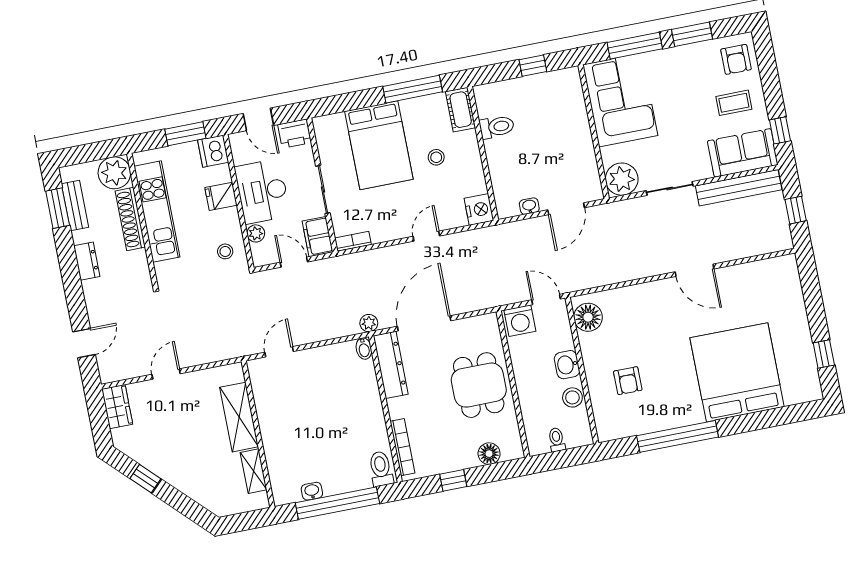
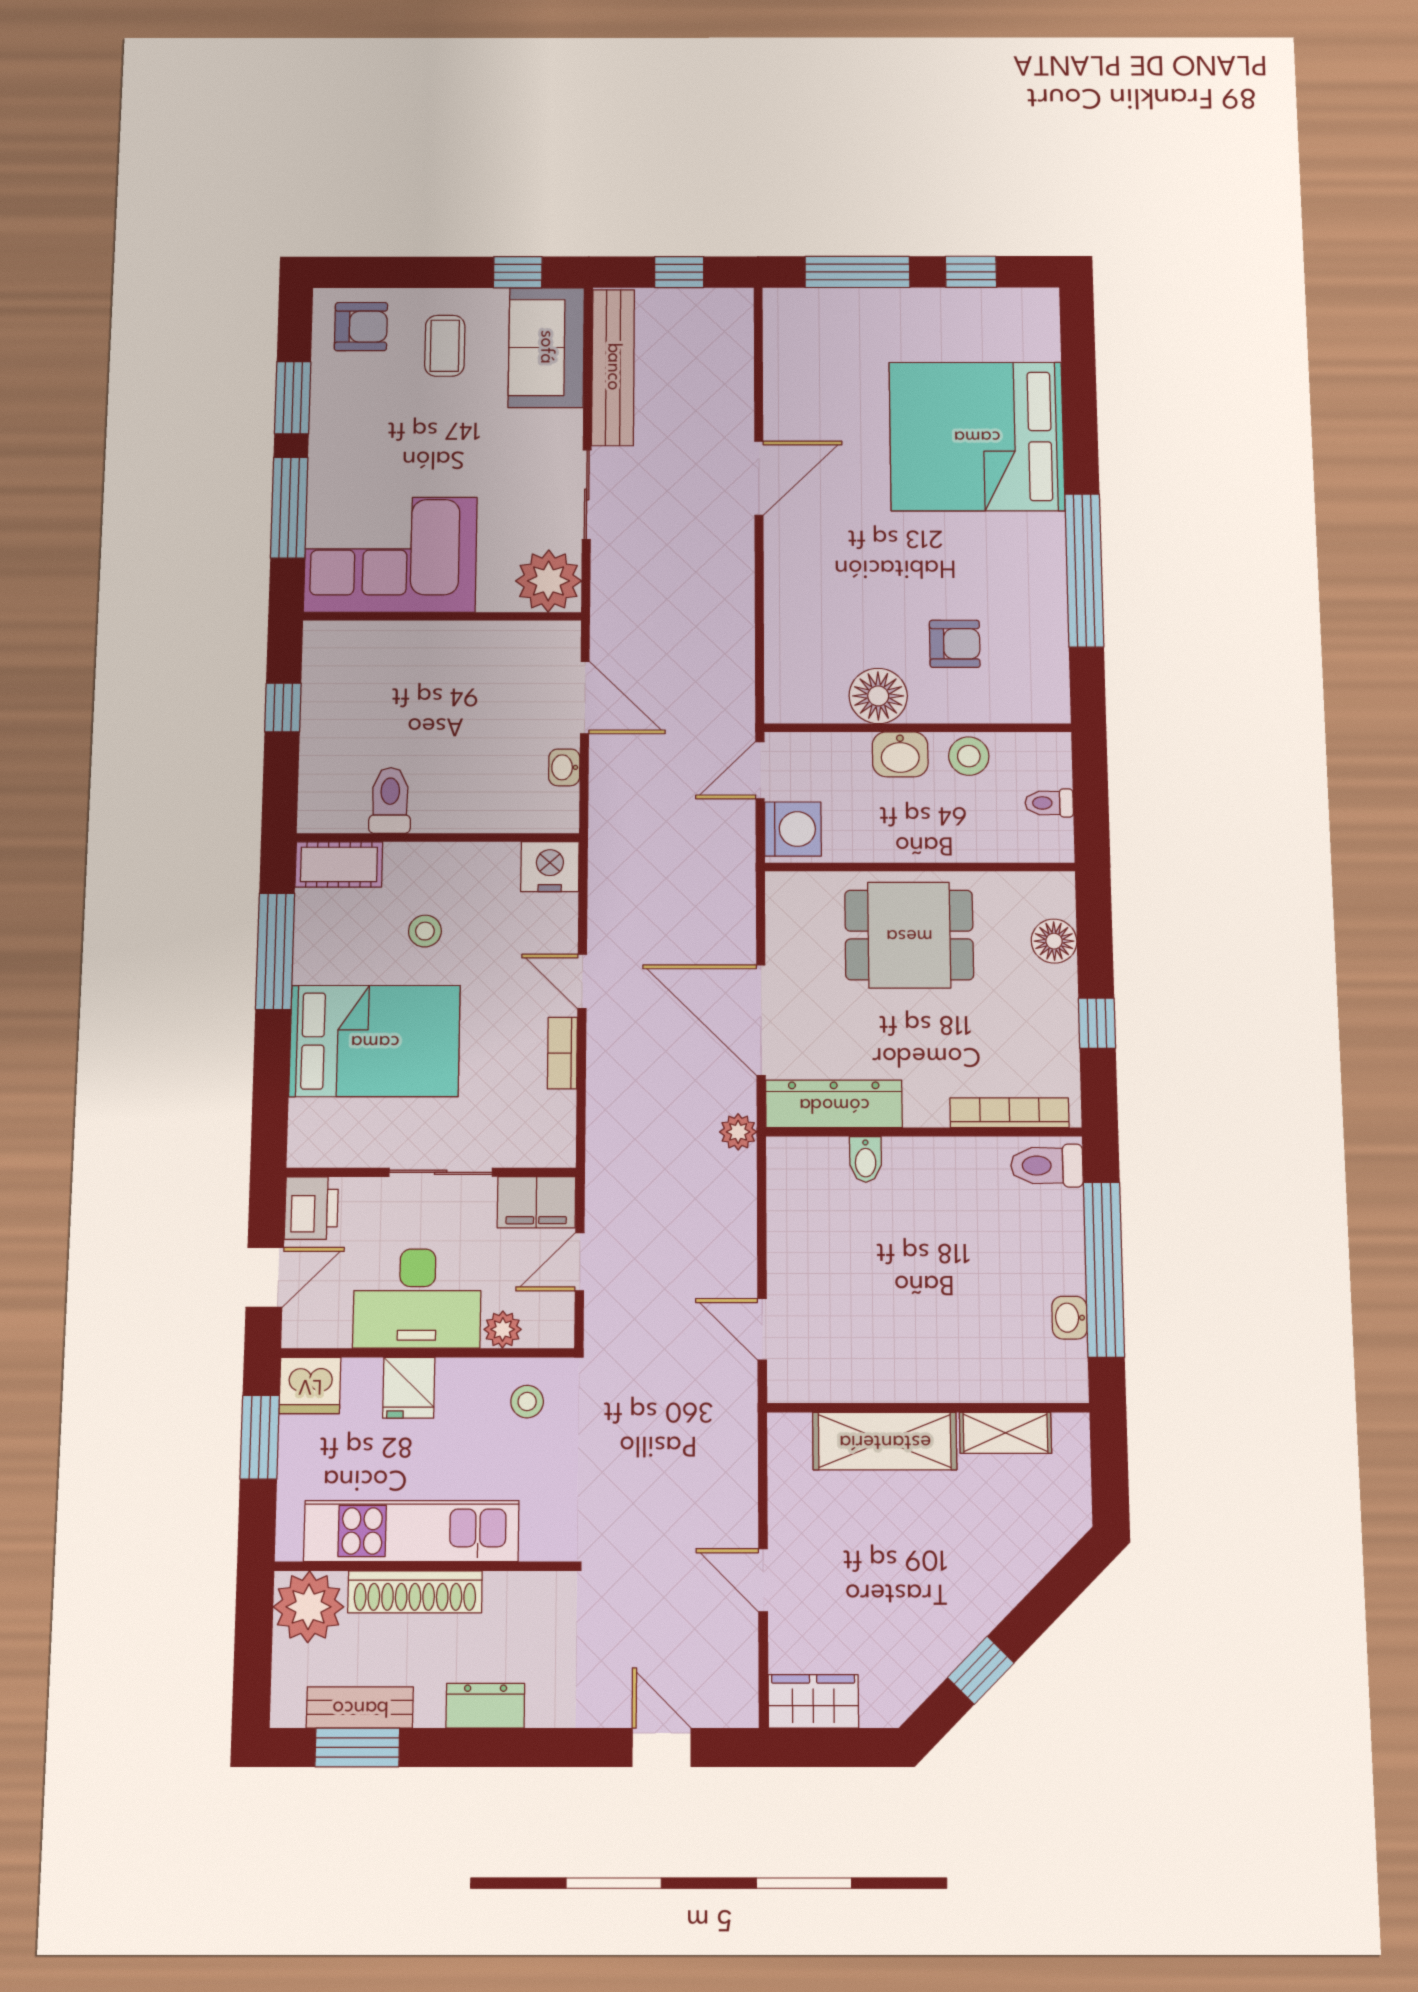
bookcase: (353, 241) -> (562, 1053), moved
window: (813, 298) -> (857, 272), added
floor lamp: (588, 317) -> (878, 696), moved
bidet: (364, 349) -> (866, 1159), moved, turned 90

